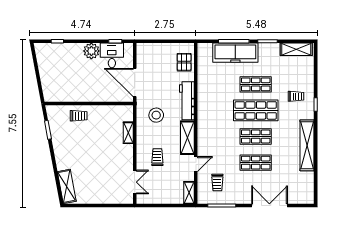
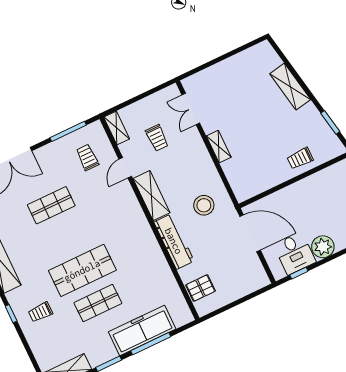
pallet: (184, 62) -> (200, 288), turned 90
shelving: (128, 133) -> (219, 147), moved
shop shelf: (256, 136) -> (67, 238), removed
trolley: (157, 157) -> (157, 138), moved
shelving: (67, 186) -> (290, 87), moved

